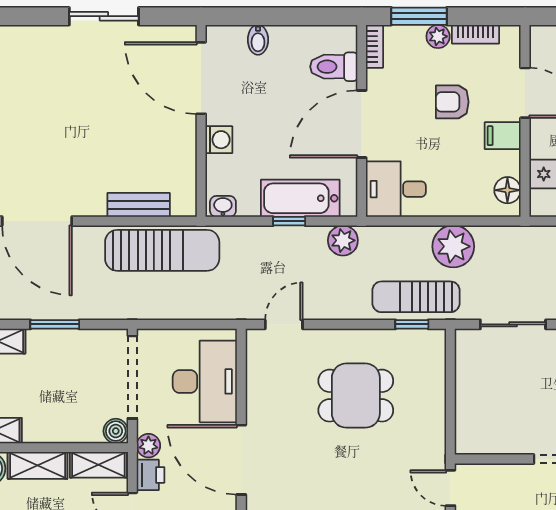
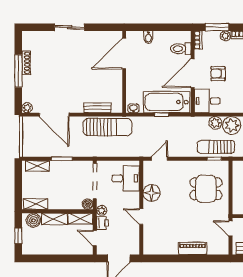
sliding door: (104, 16) -> (70, 27), moved
door: (201, 78) -> (124, 54), hinge flipped
armchair: (452, 102) -> (218, 74), moved
washing machine: (219, 140) -> (132, 80), removed
bathtub: (300, 198) -> (166, 102), width x1.36, depth x1.36
plant: (343, 240) -> (215, 123), moved
desk: (205, 381) -> (126, 178), width x0.73
dining table: (356, 396) -> (206, 189), moved
floor lamp: (265, 405) -> (152, 193), added
door: (241, 460) -> (141, 216), width x0.53

